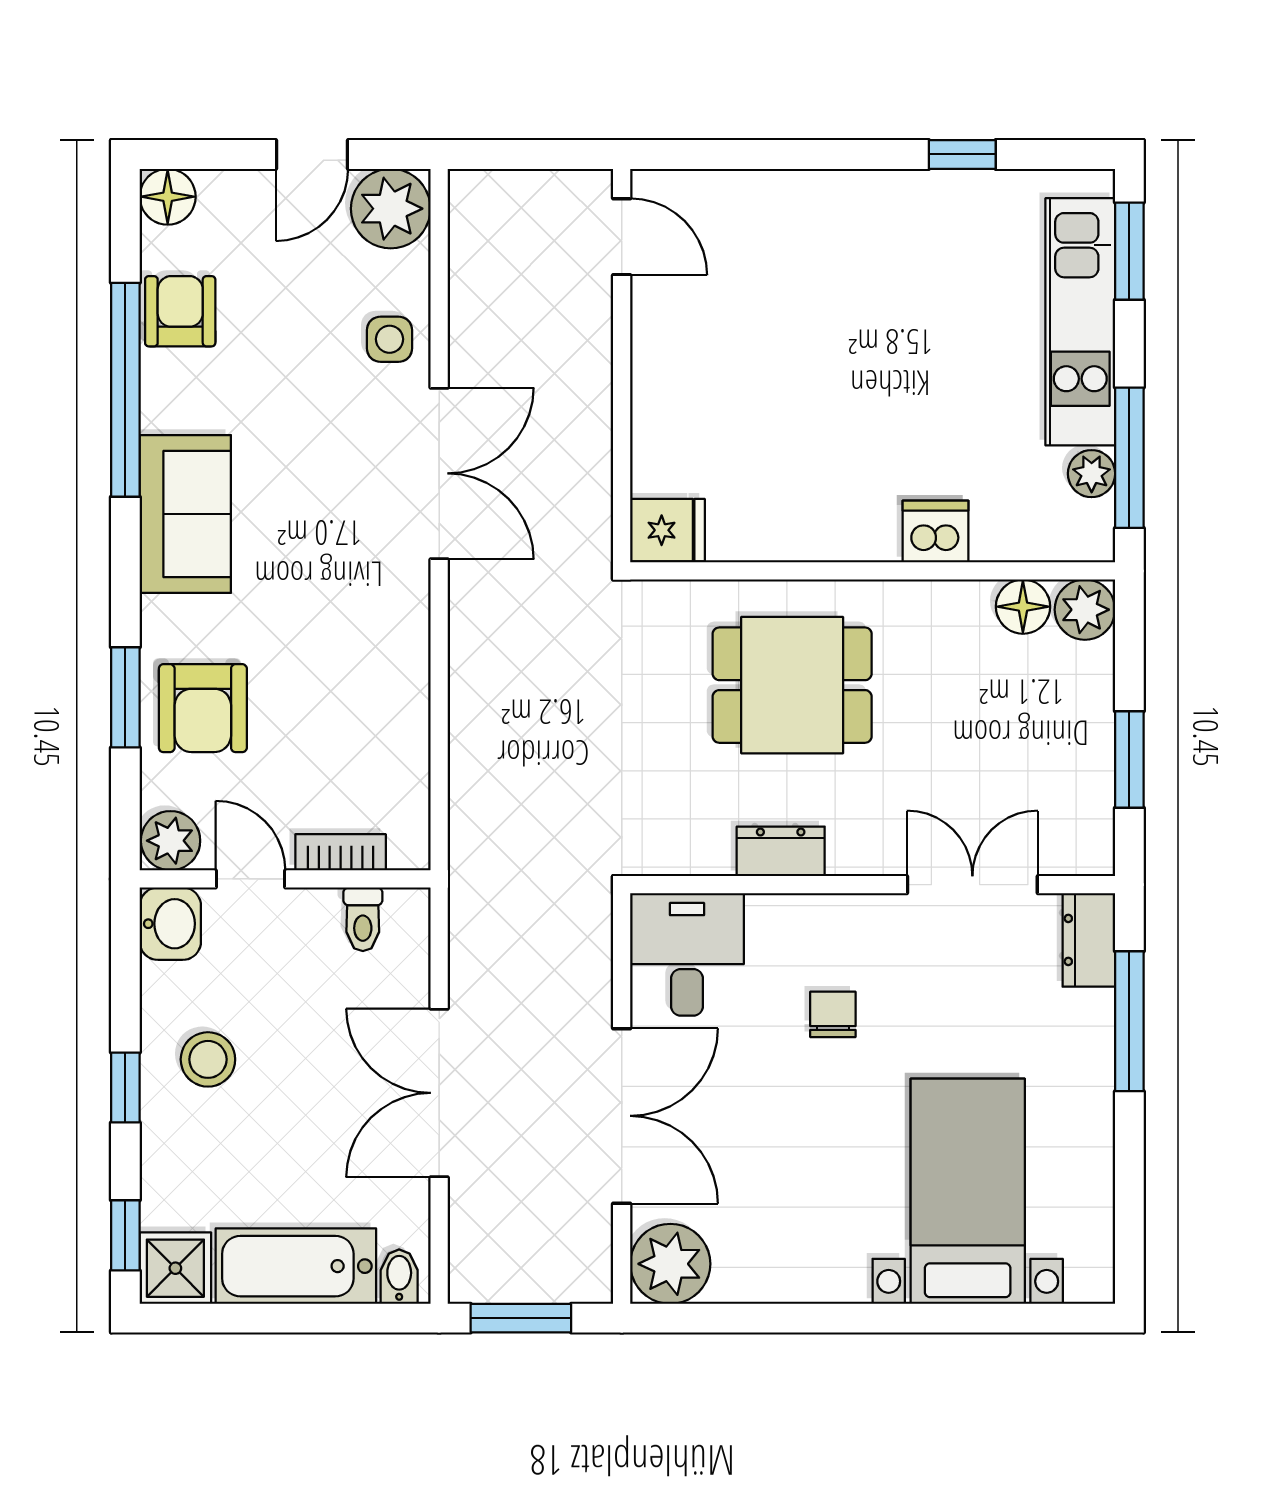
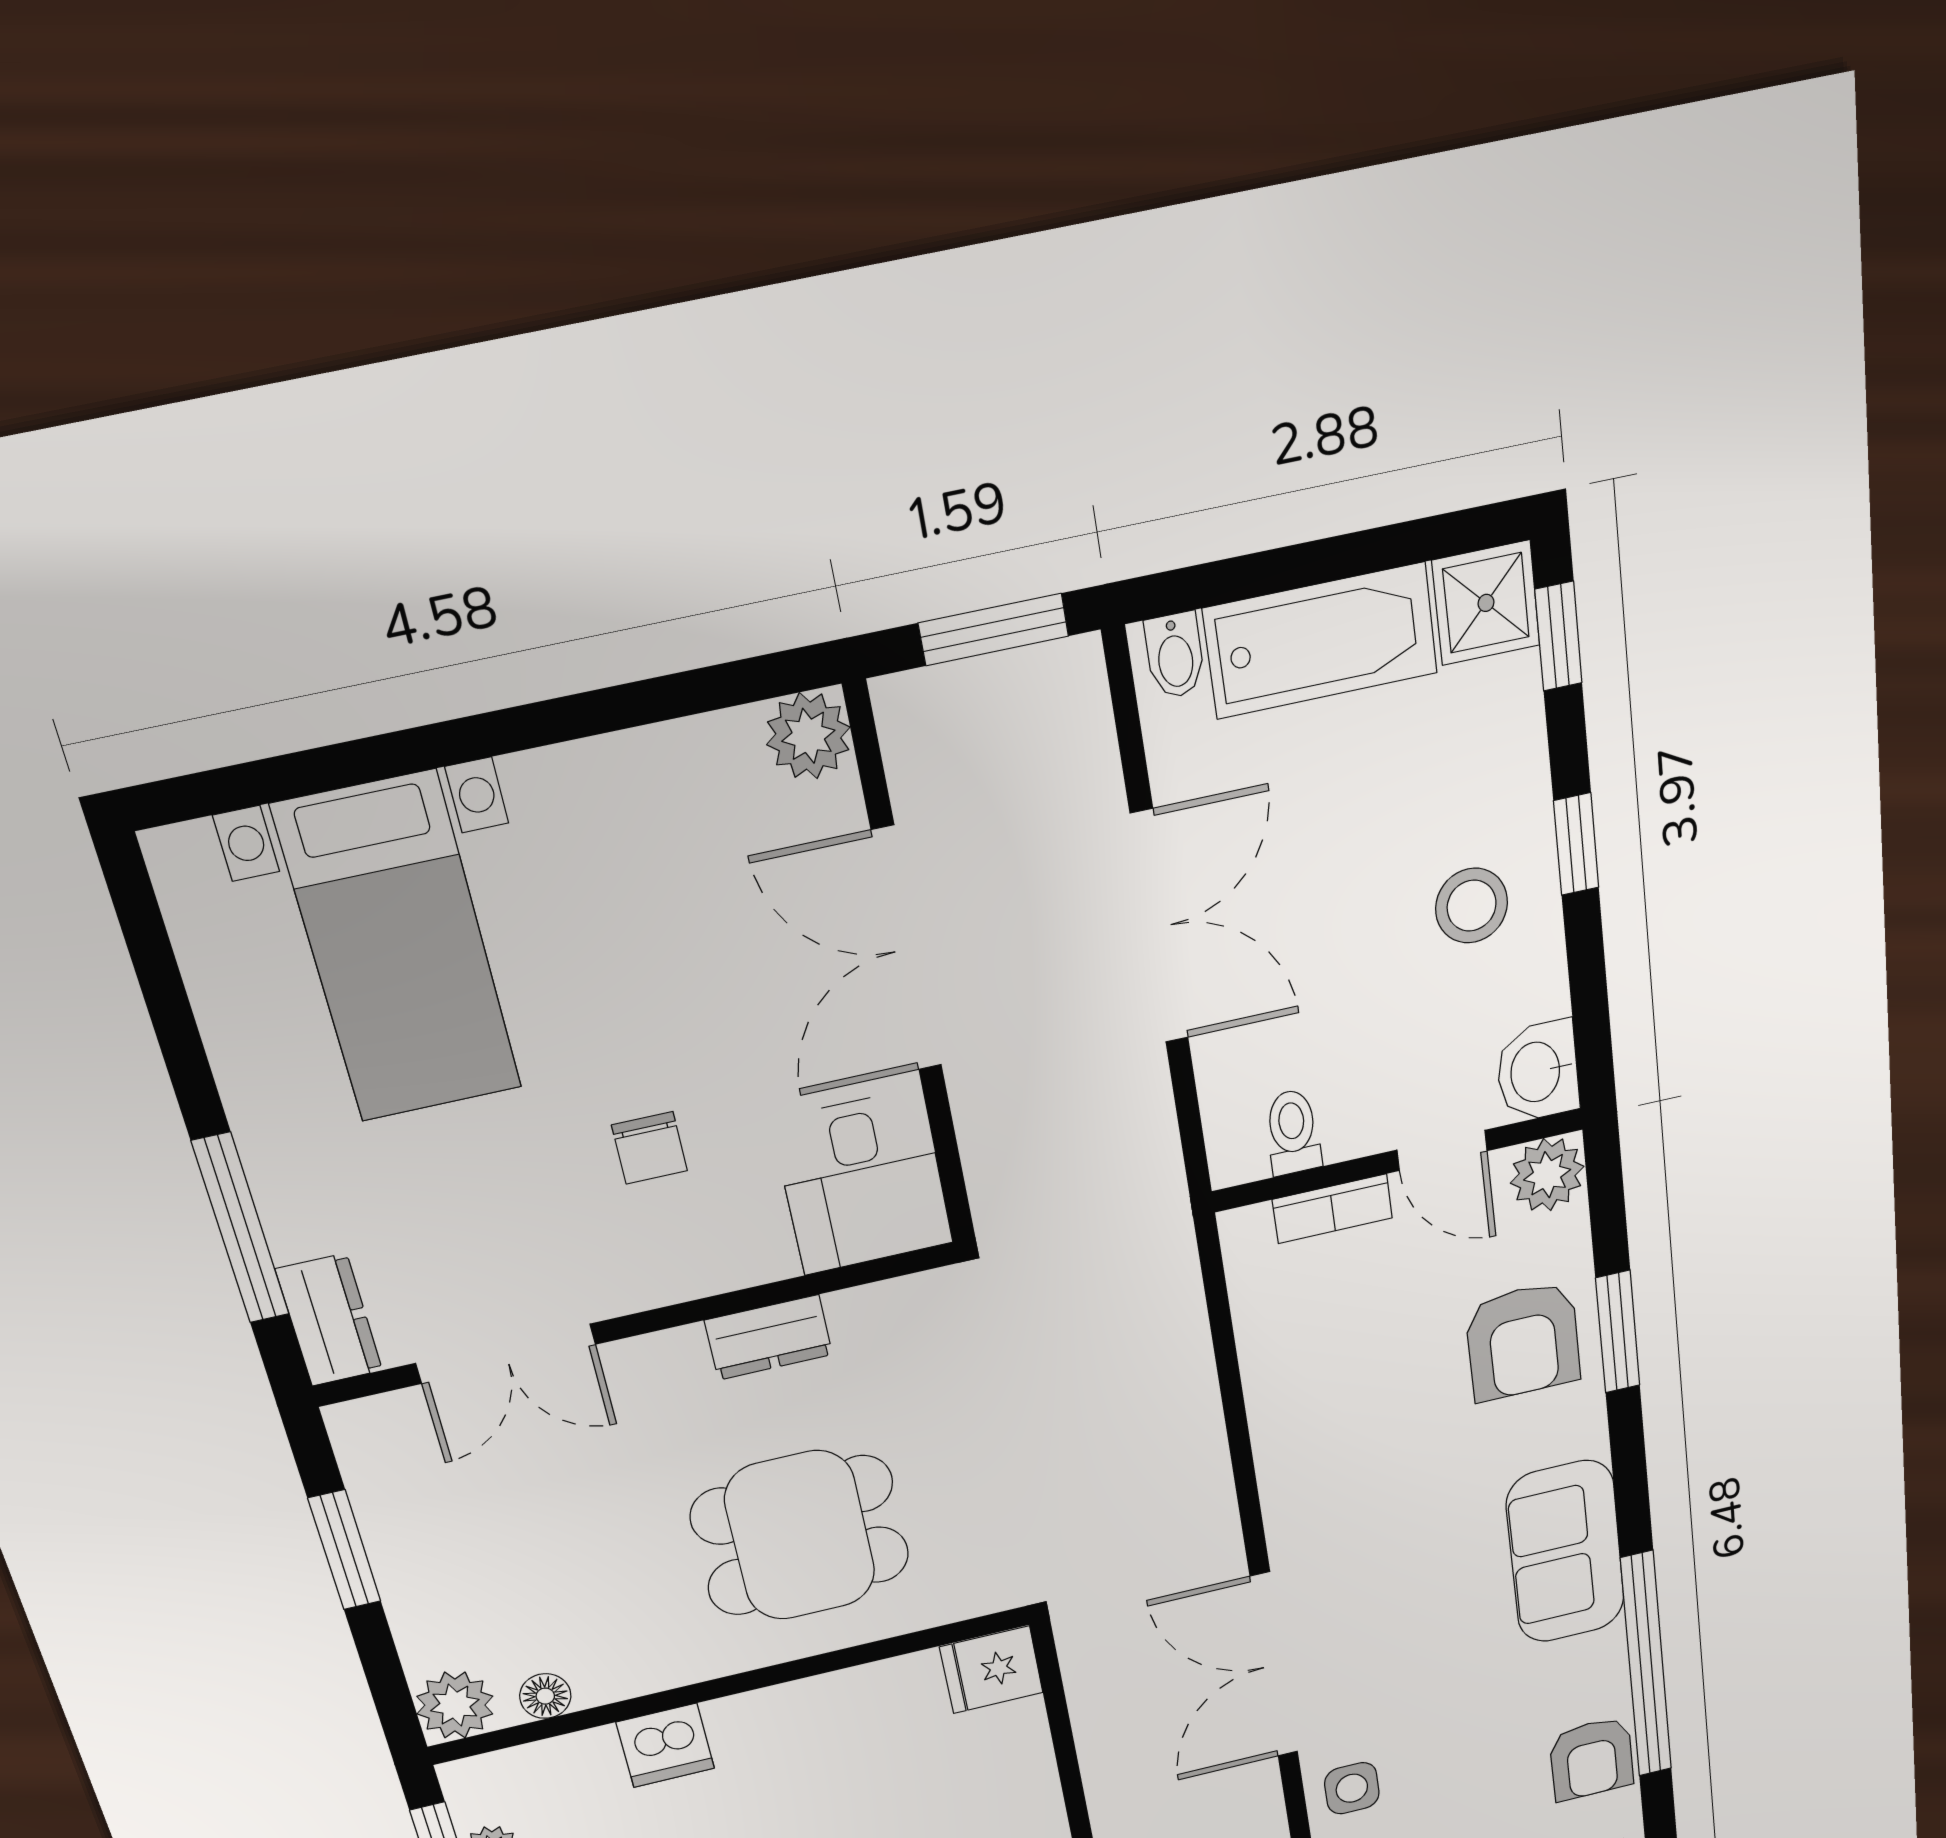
floor lamp: (1023, 607) -> (545, 1696), width x0.73, depth x0.73
armchair: (203, 708) -> (1523, 1341), turned 180
plant: (670, 1264) -> (808, 736), width x0.73, depth x0.73

